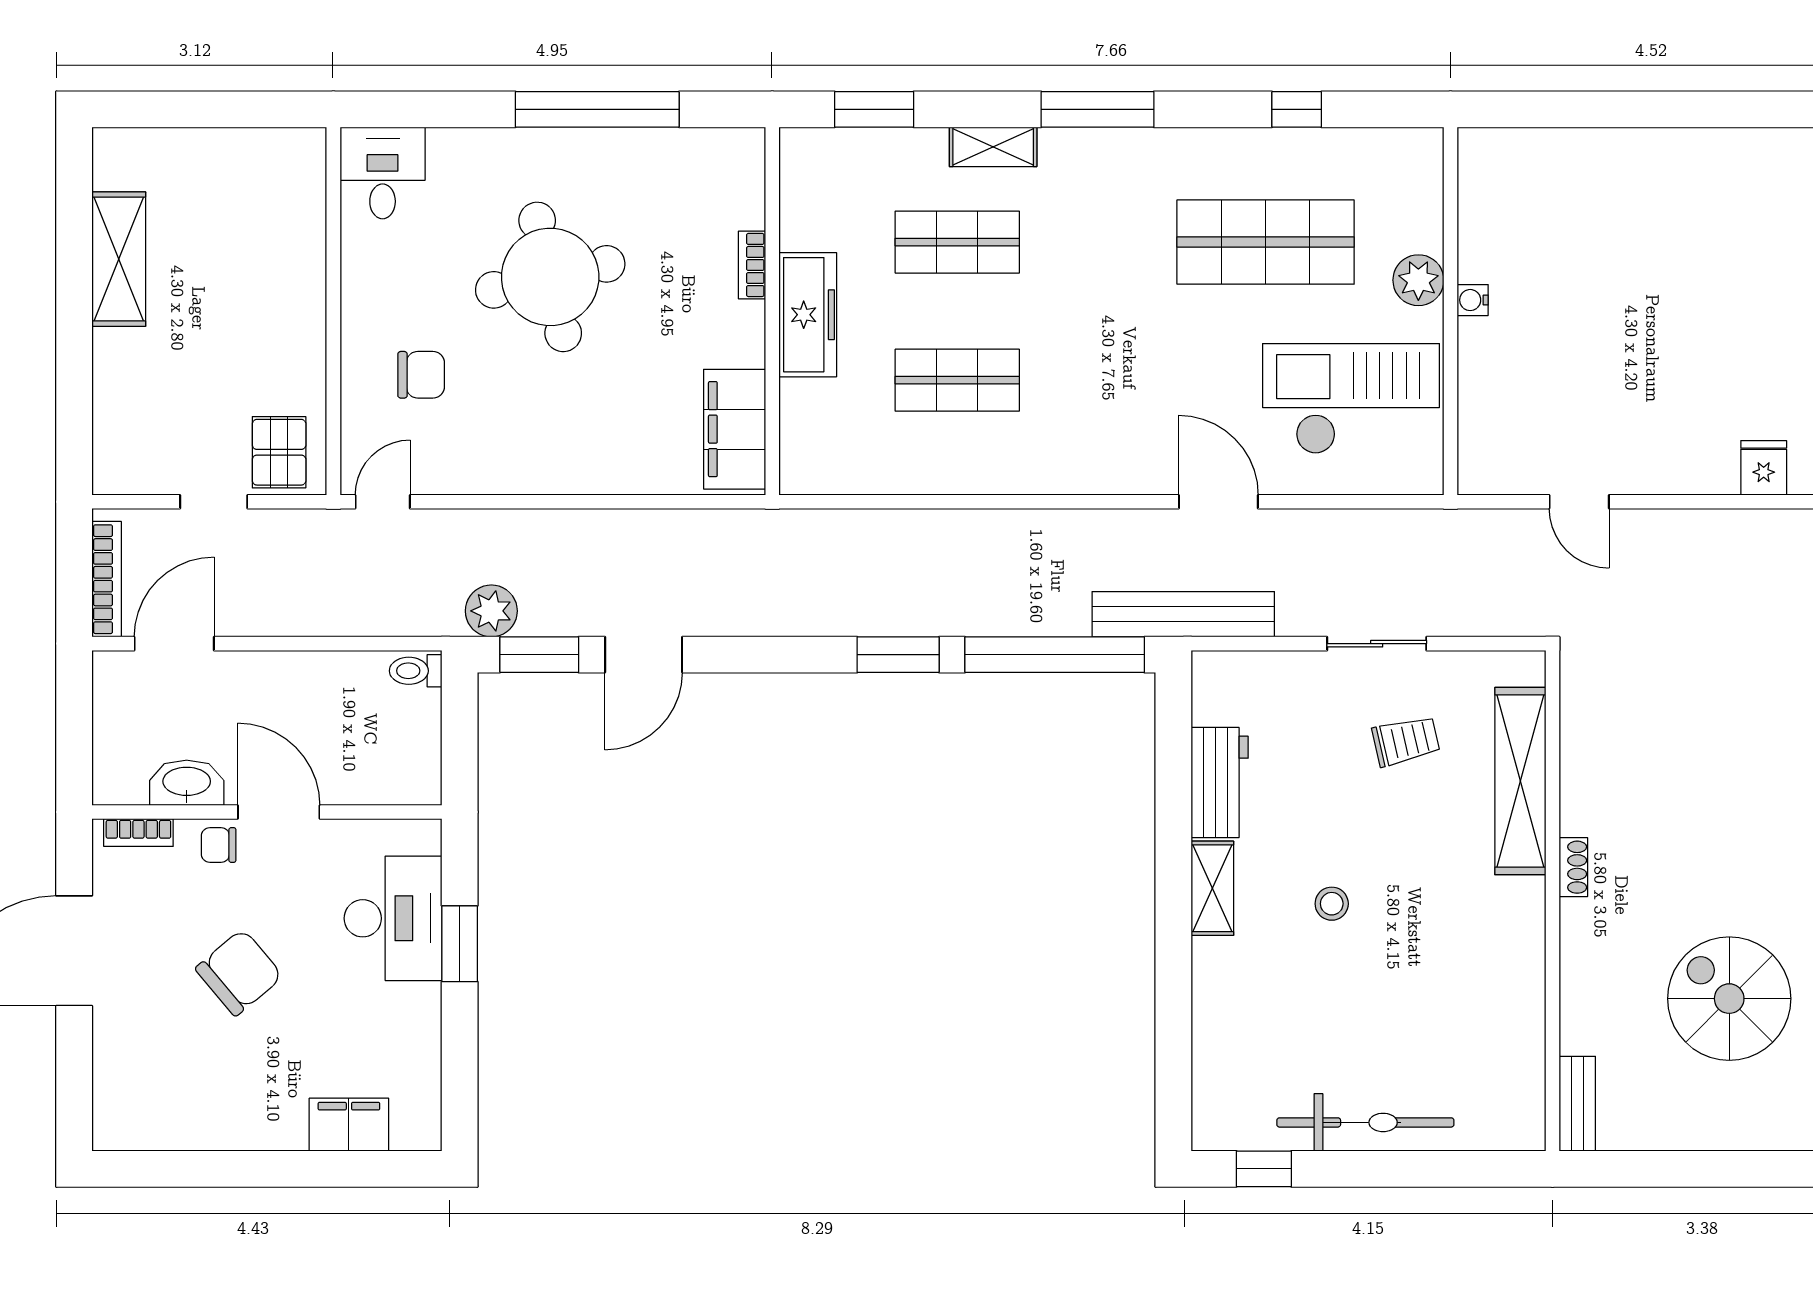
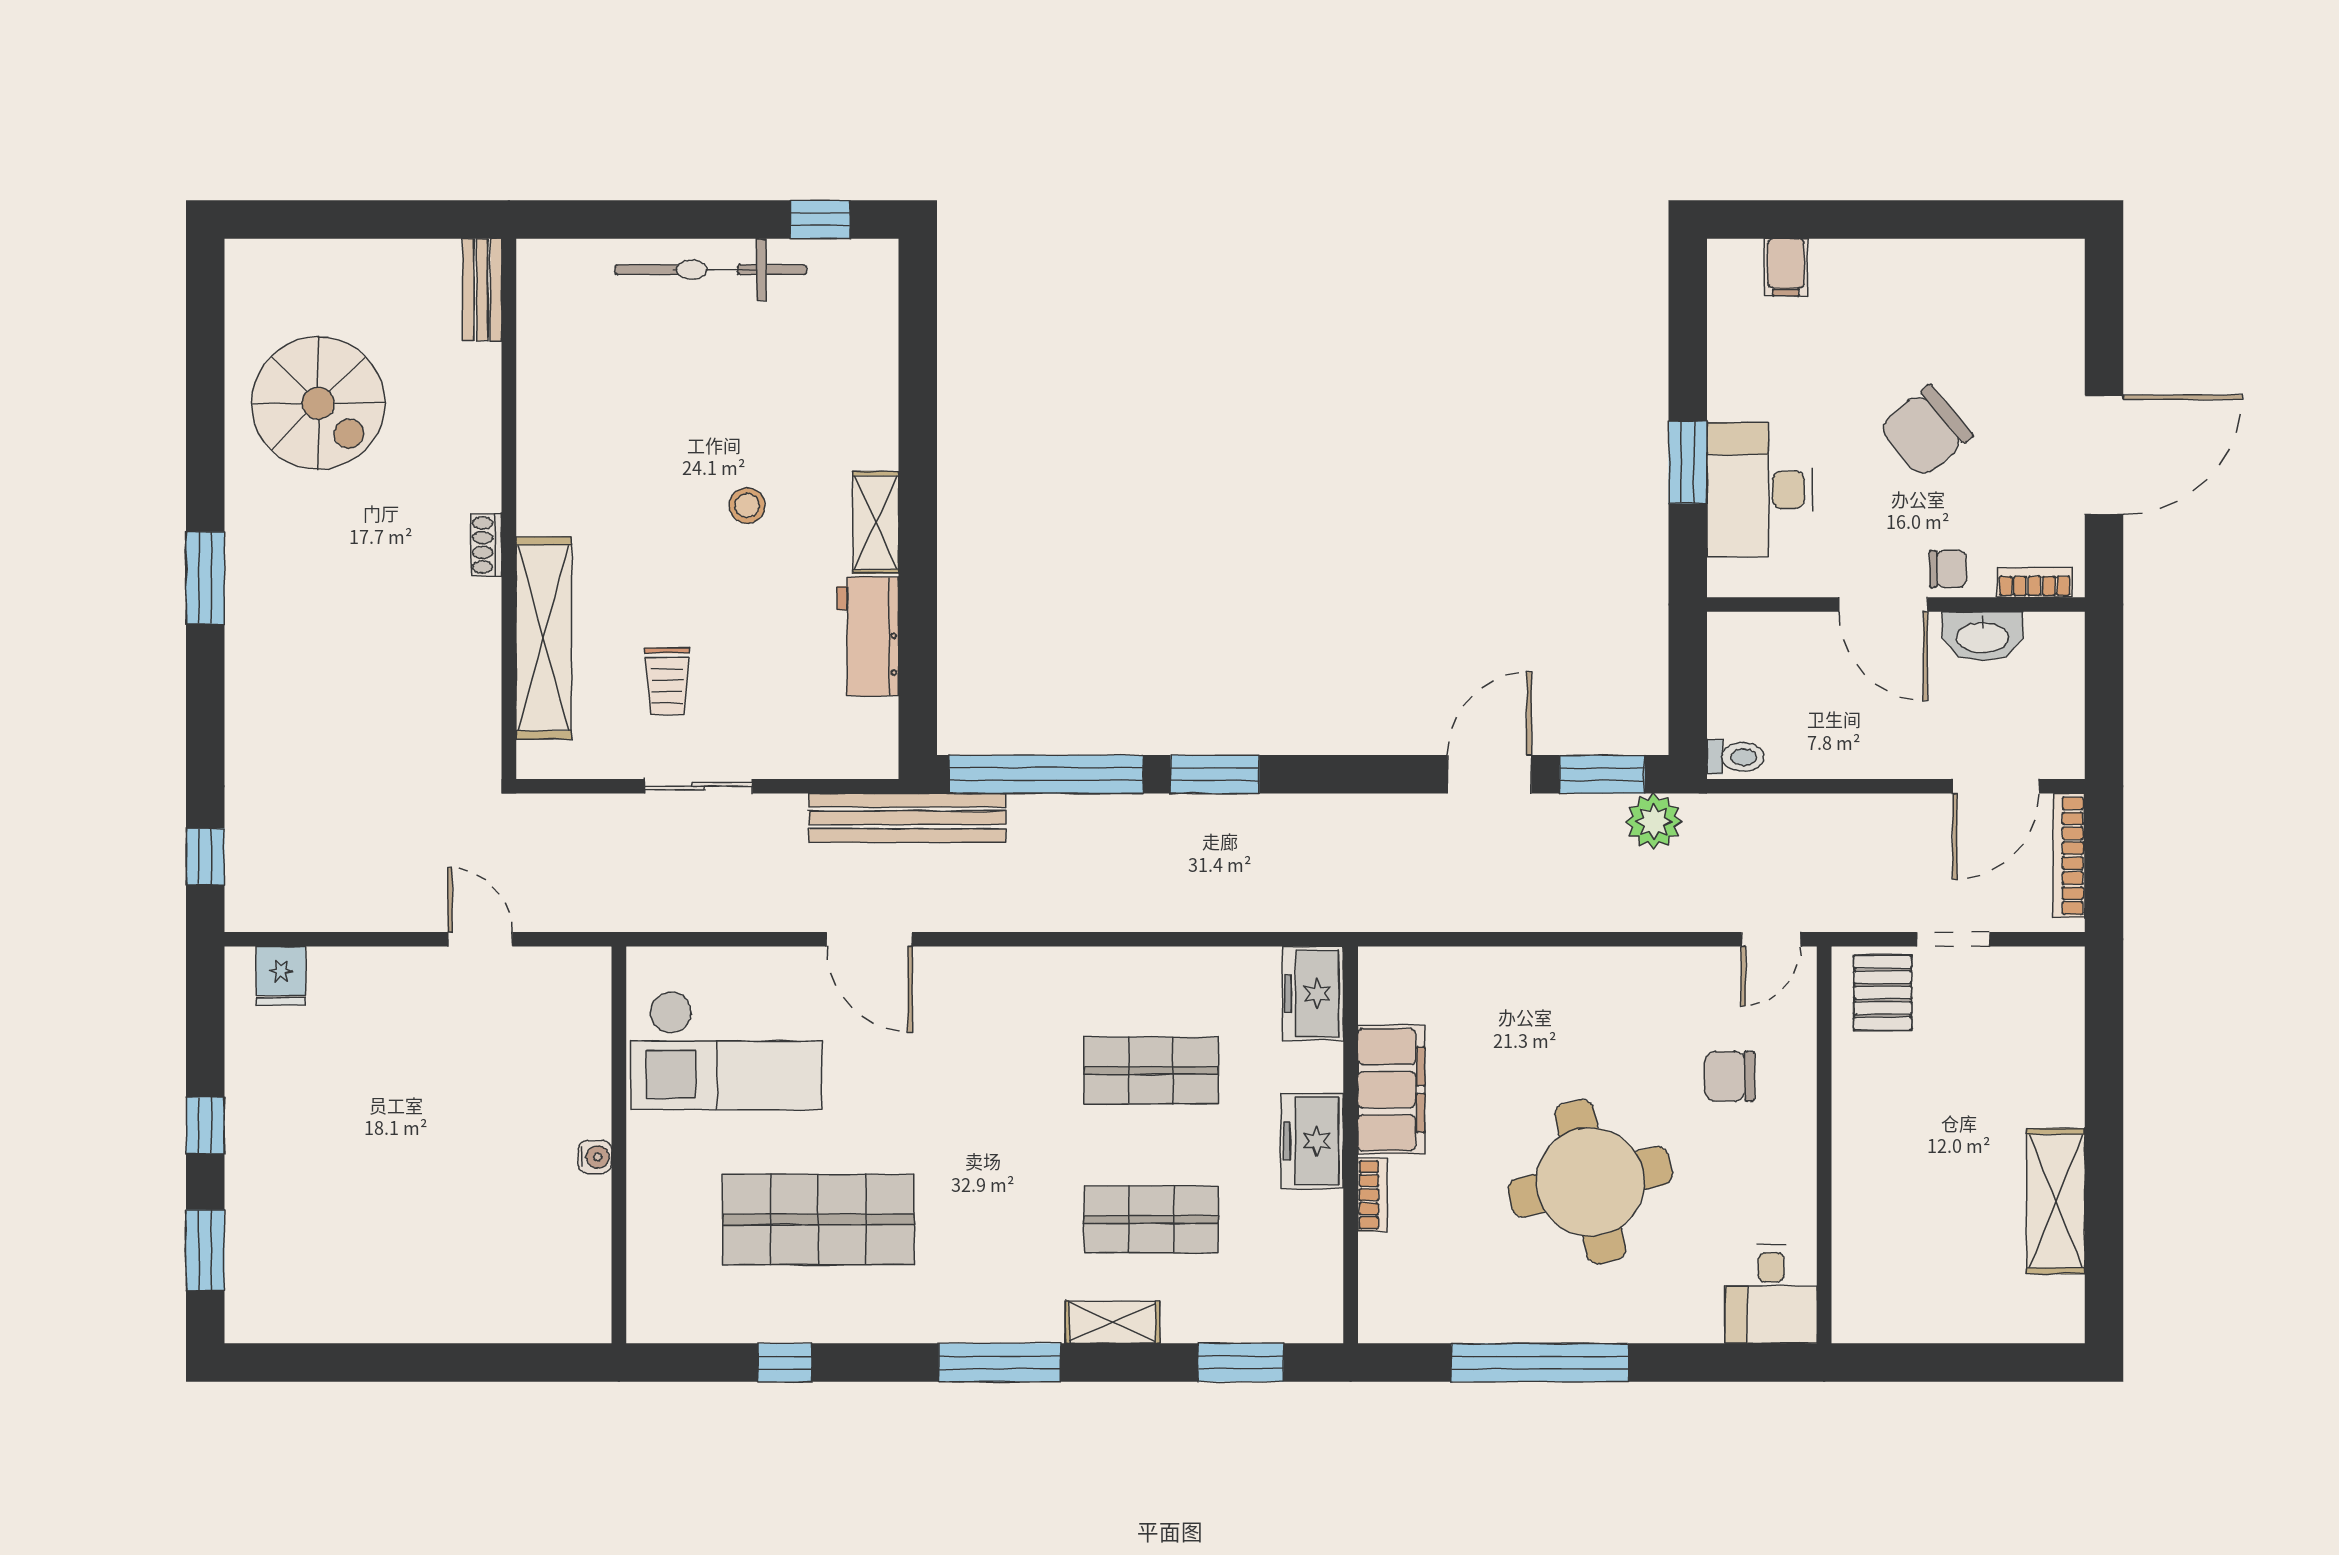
plant: (1418, 280) -> (654, 1178), removed
freezer: (808, 315) -> (1312, 1141), width x0.71
filing cabinet: (735, 429) -> (1391, 1090), moved
freezer: (807, 452) -> (1313, 993), added
trolley: (1406, 741) -> (667, 681), turned -77
filing cabinet: (349, 1125) -> (1786, 267), width x0.50

